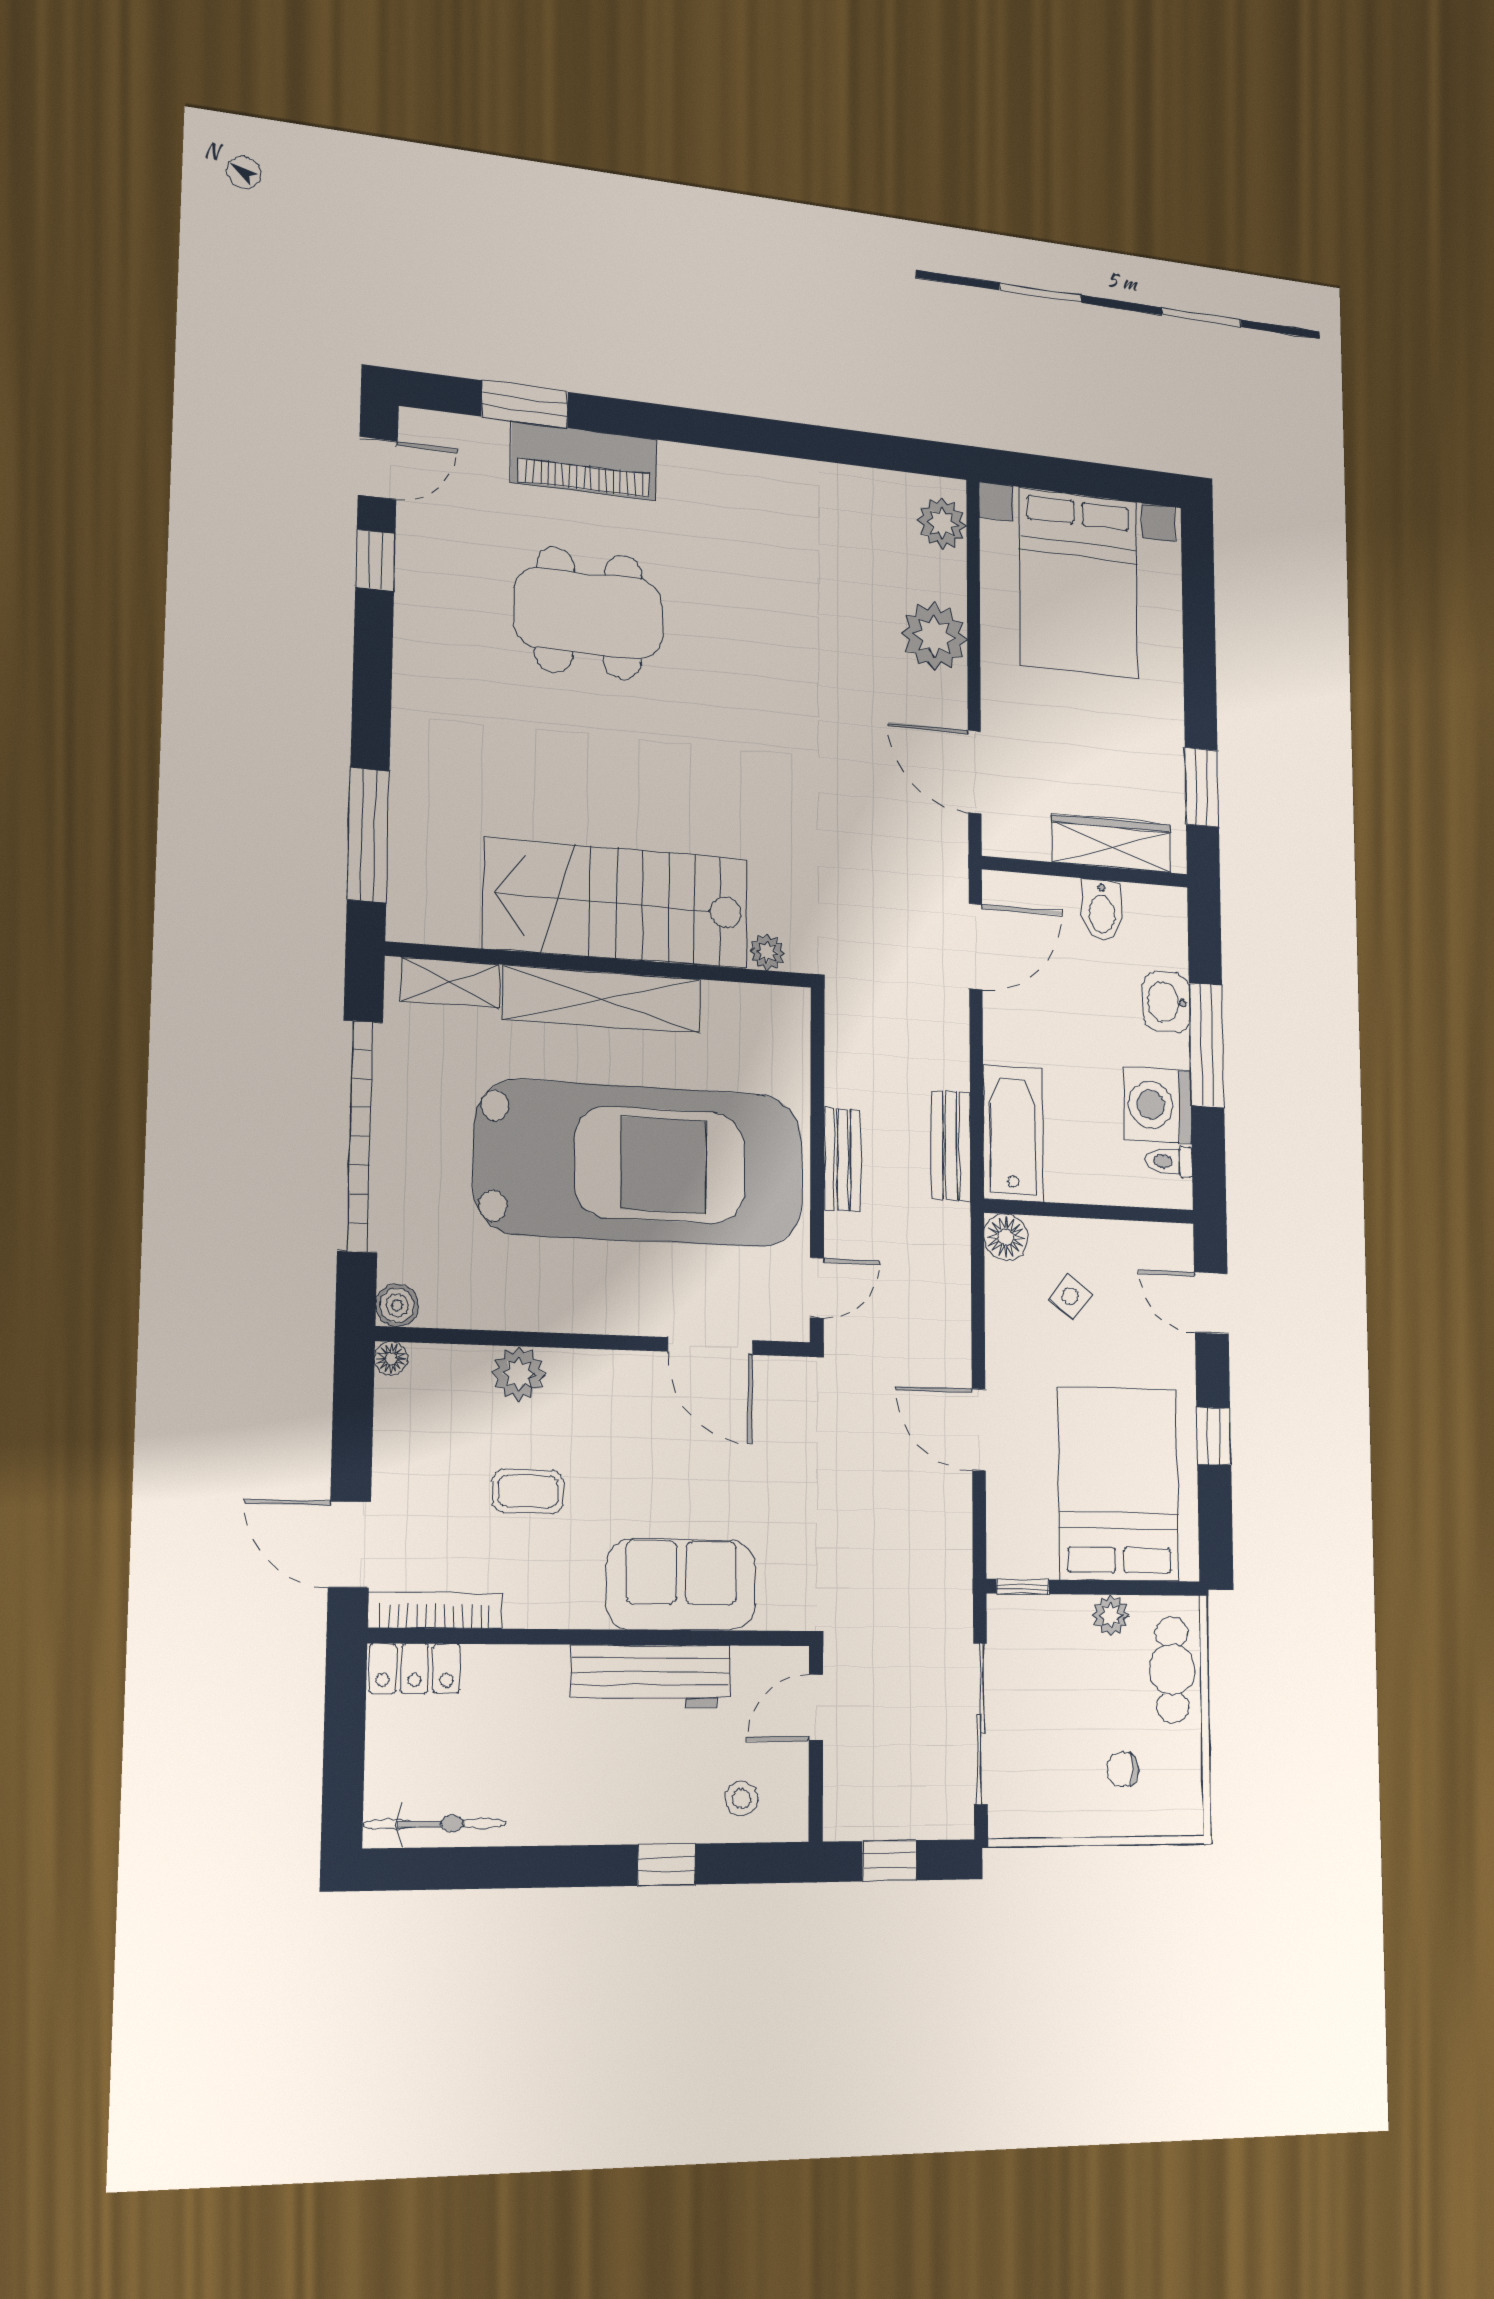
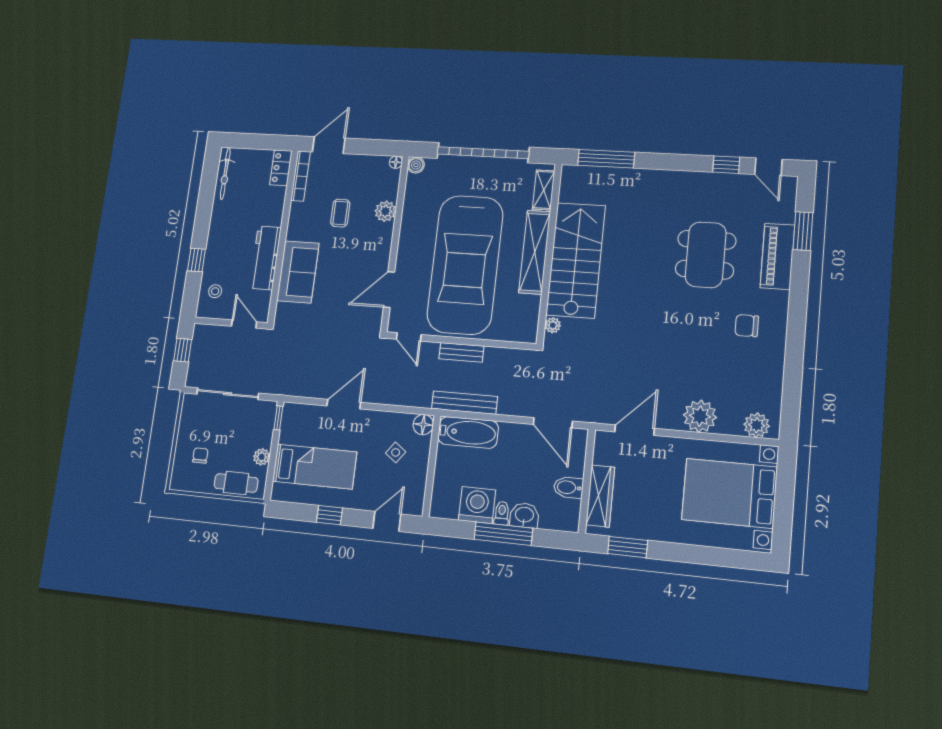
chair: (739, 533) -> (747, 326), added
bench: (951, 1146) -> (464, 403), width x1.36
toilet: (1169, 1161) -> (502, 513), moved
bed: (1118, 1484) -> (315, 467), width x0.67

